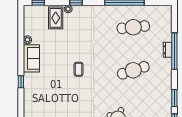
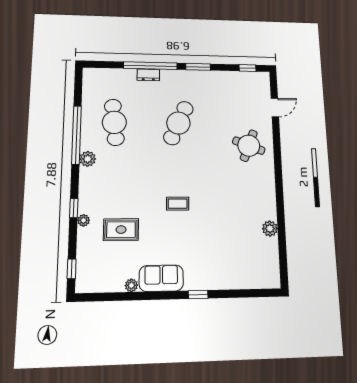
plant: (108, 10) -> (88, 159), added
rug: (56, 18) -> (121, 230), moved
cafe table: (133, 70) -> (178, 123), turned 42
window: (174, 98) -> (198, 67), moved

